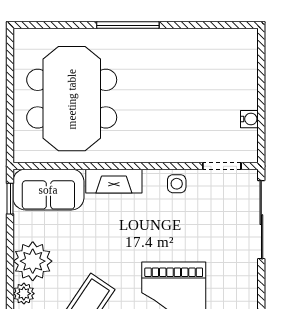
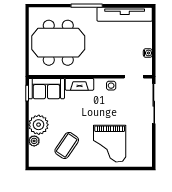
tv unit: (204, 42) -> (125, 14), added
meeting table: (72, 99) -> (58, 43), turned 90

